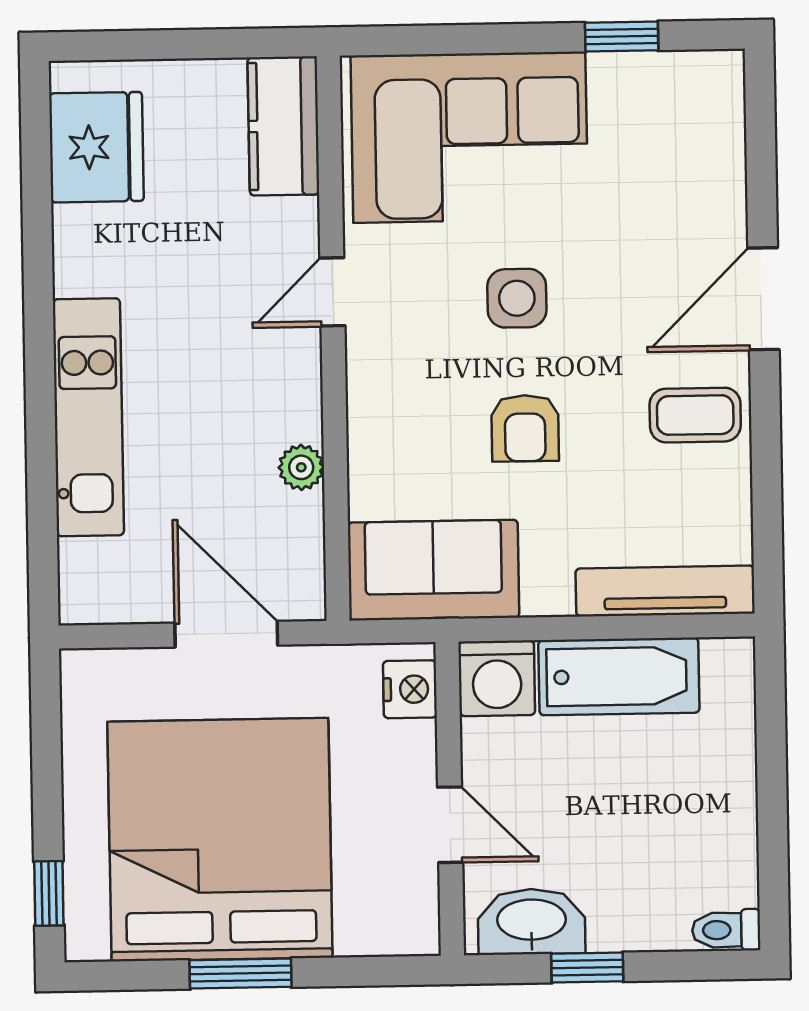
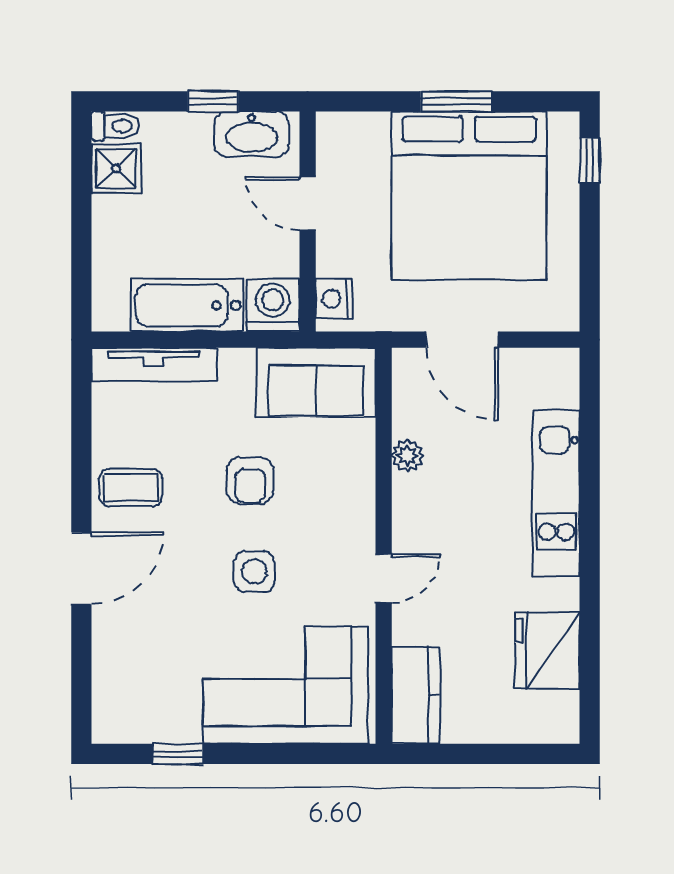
fridge: (96, 147) -> (547, 650), moved
armchair: (525, 428) -> (250, 480), turned 180
shower: (724, 869) -> (116, 169), added

